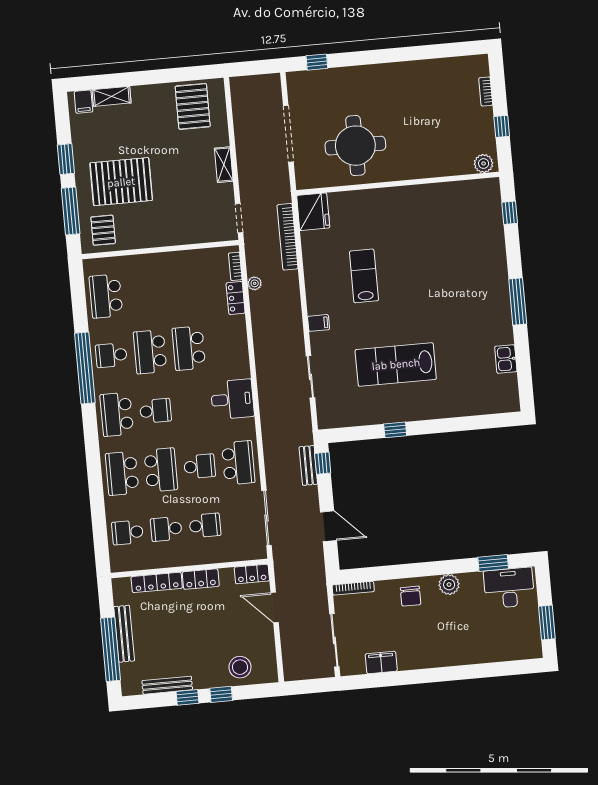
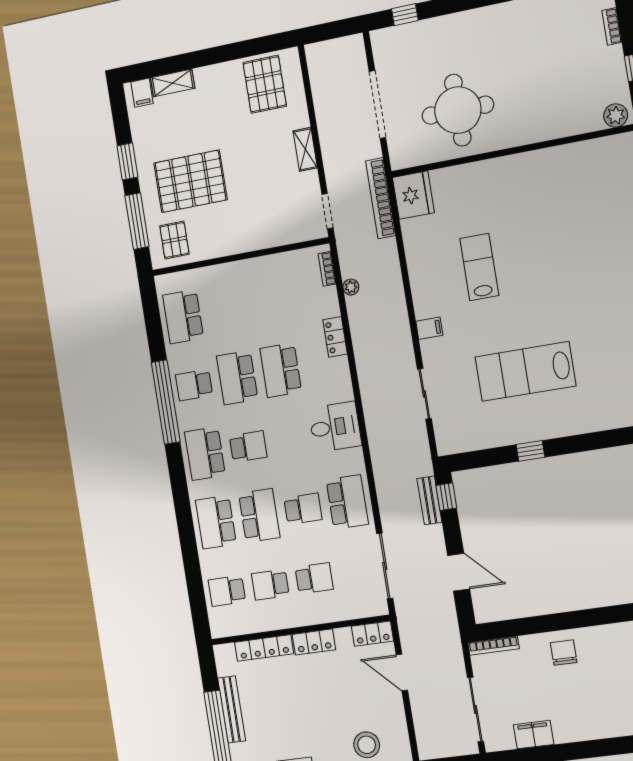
bookcase: (287, 237) -> (380, 198), moved
locker: (236, 298) -> (335, 337), moved
plant: (449, 585) -> (610, 637), removed
chair: (411, 596) -> (564, 653), turned 180

